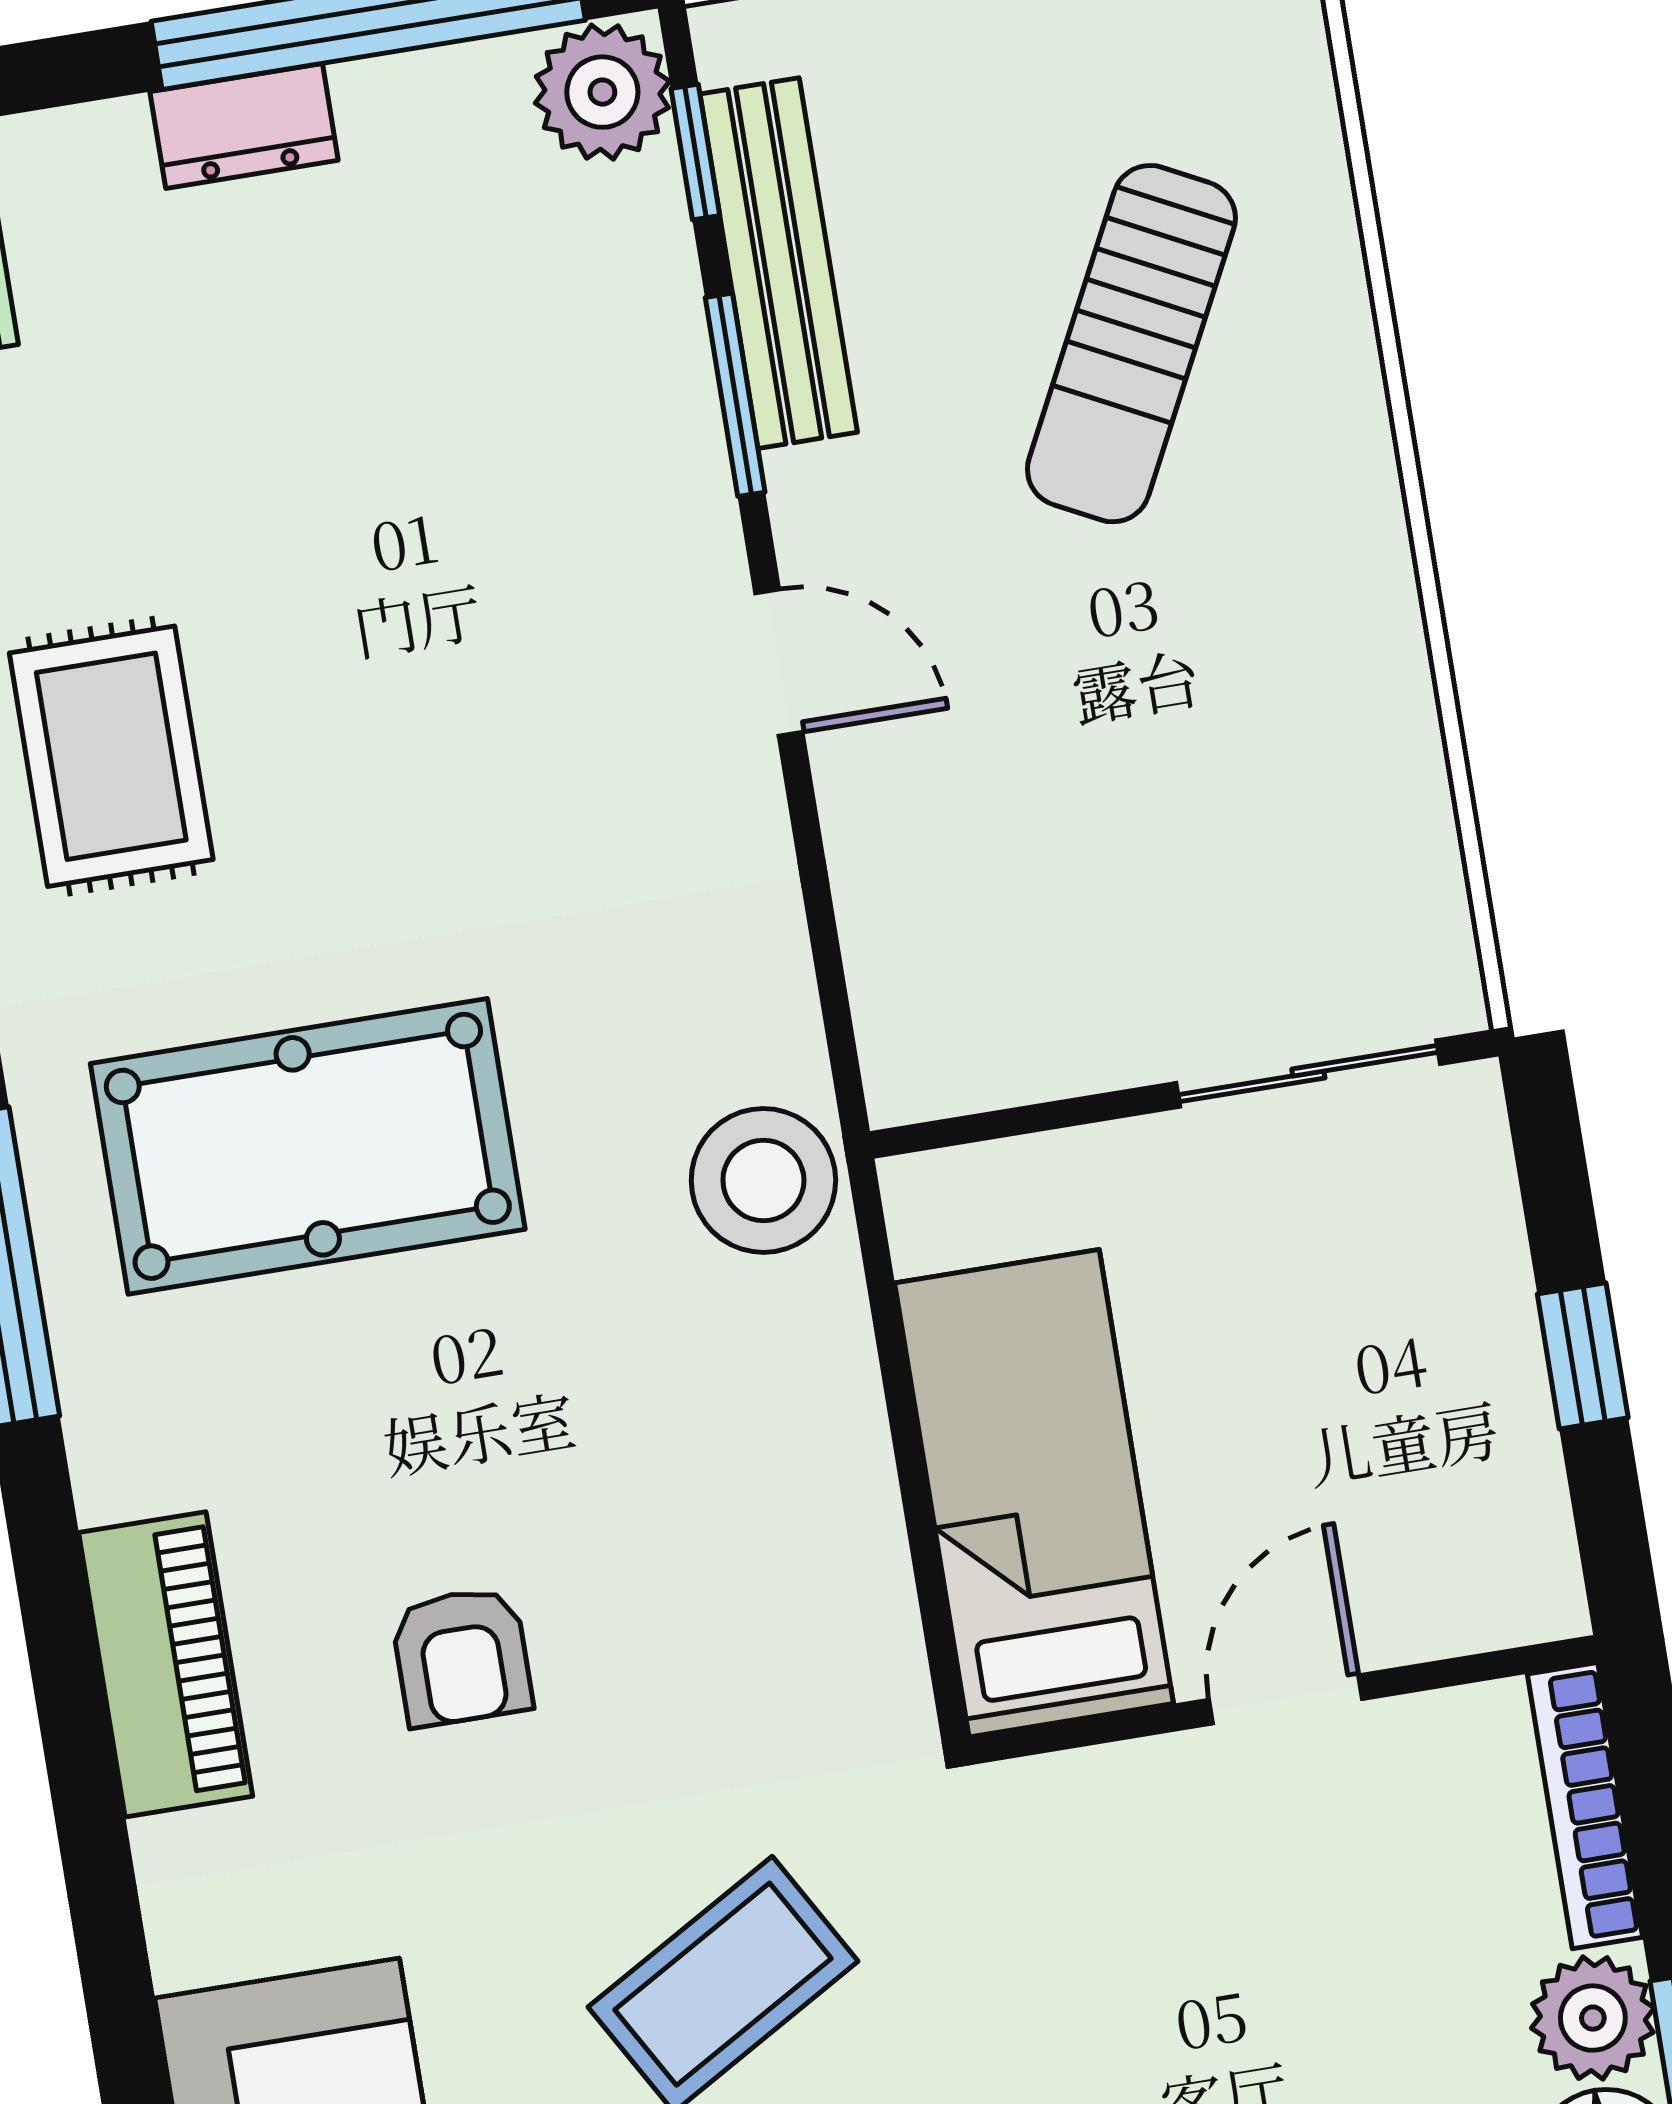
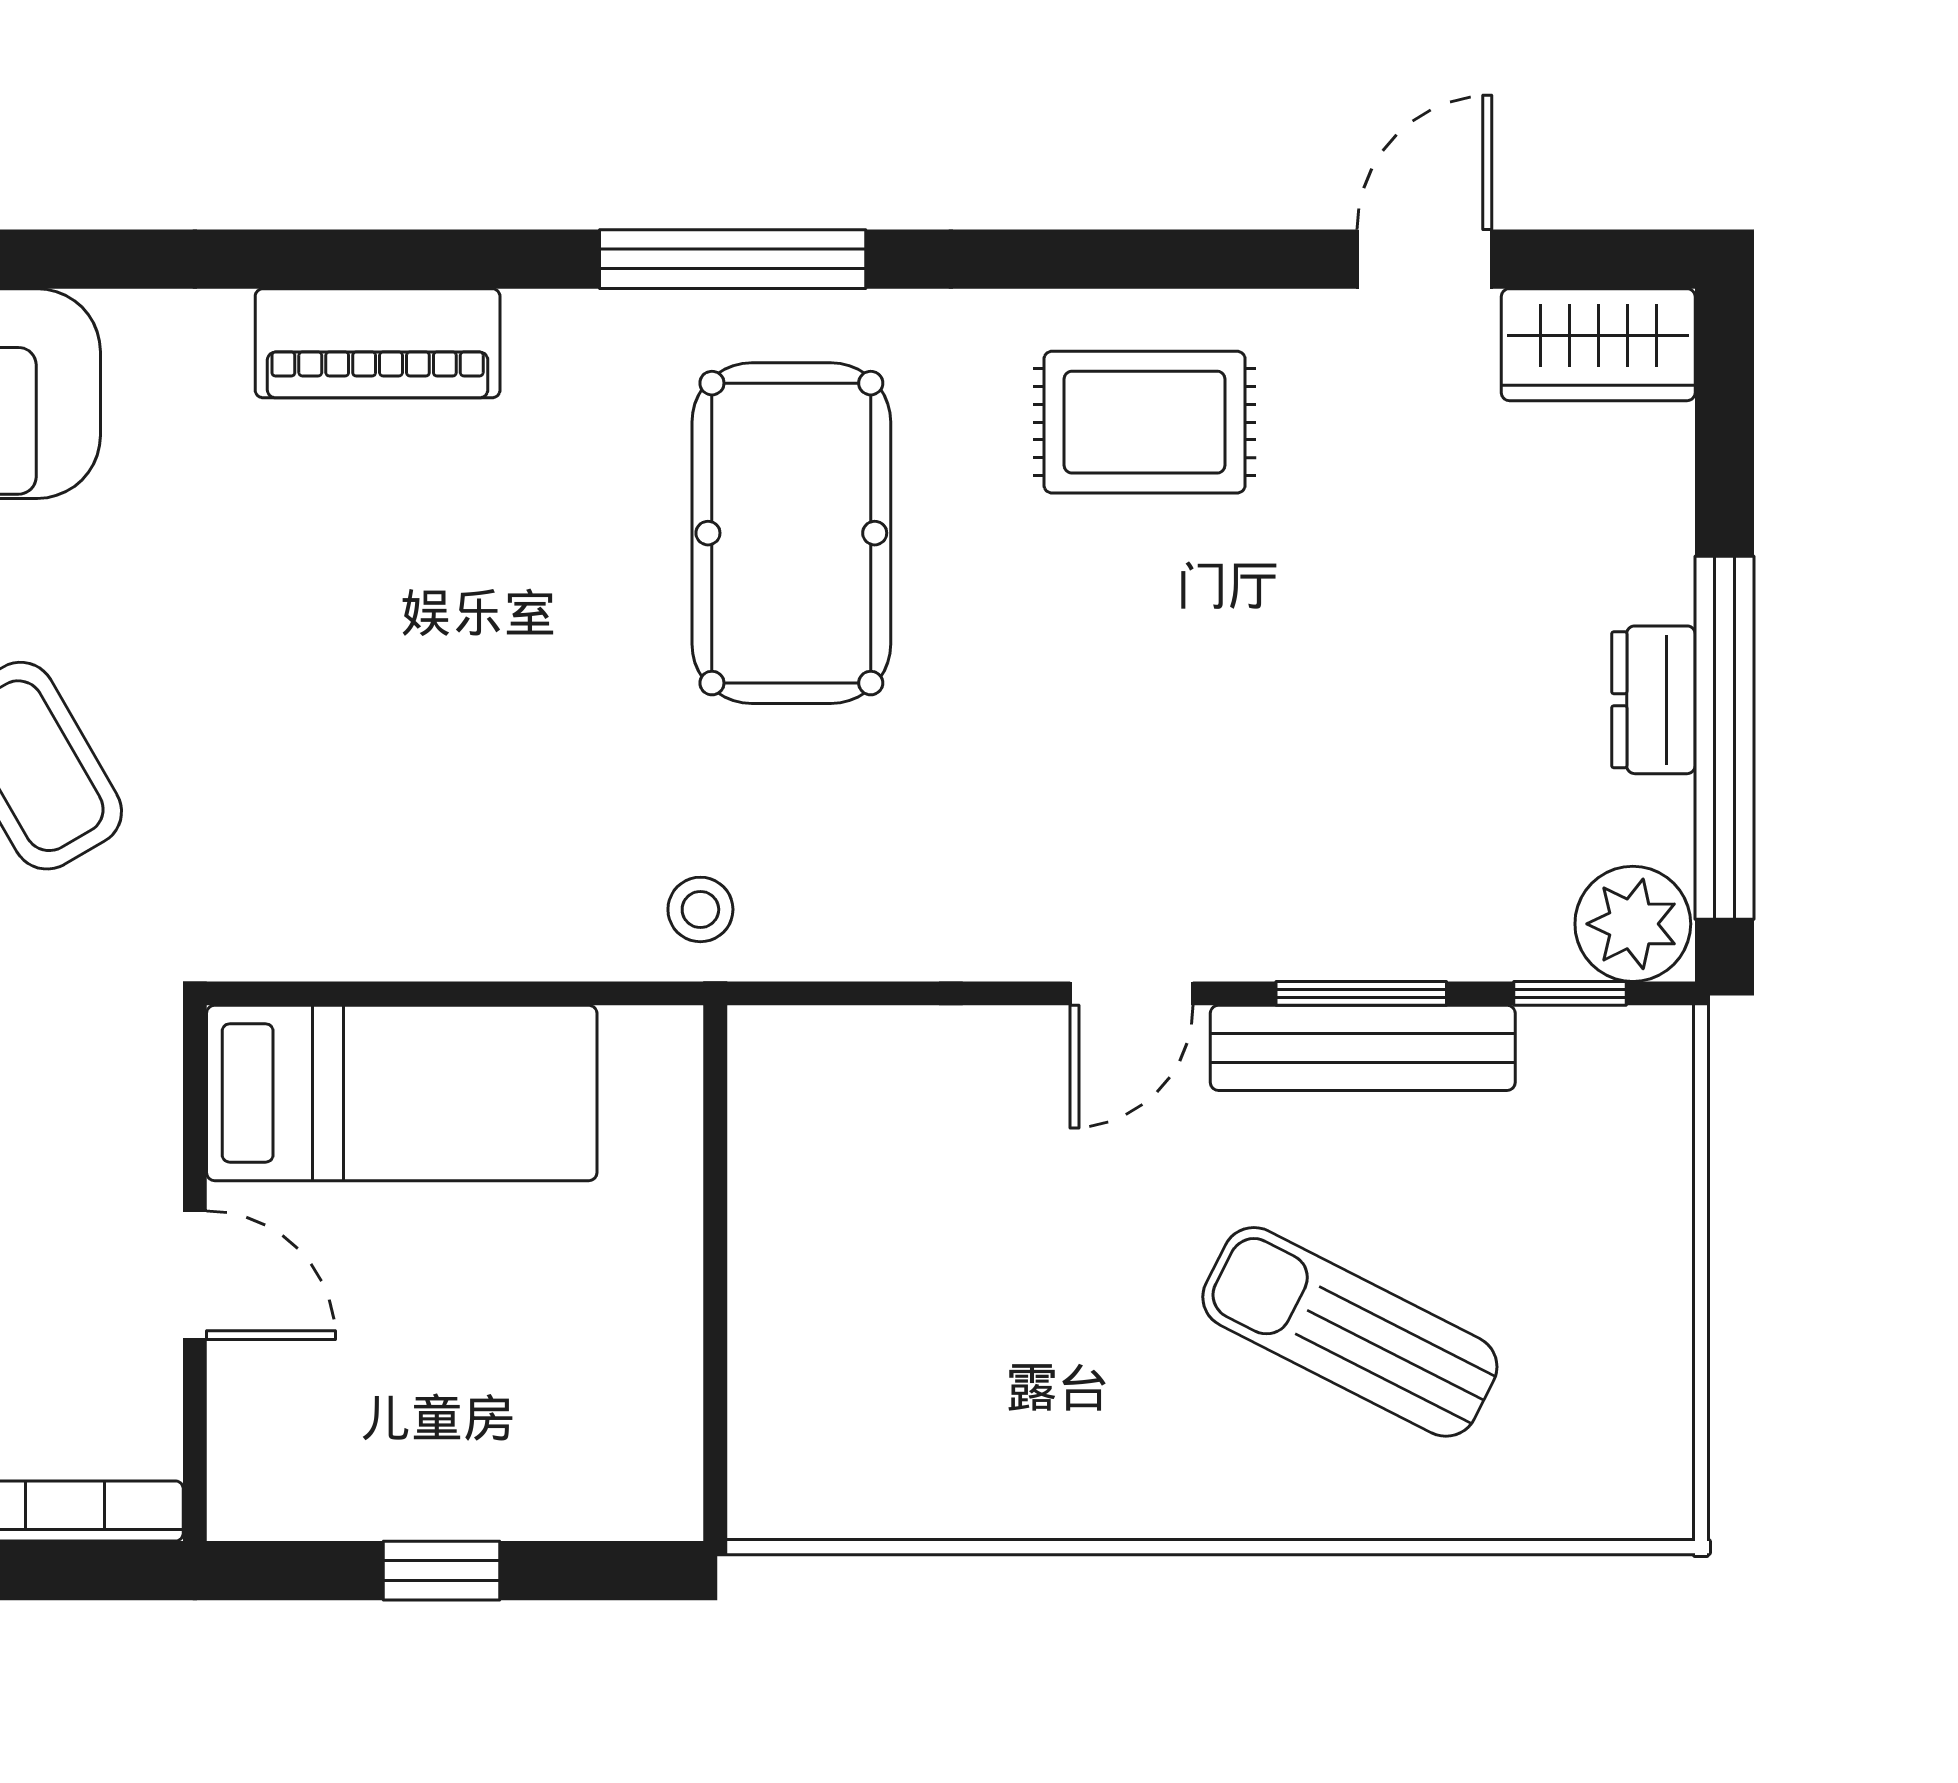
dresser: (244, 126) -> (1653, 700), moved
bench: (779, 263) -> (1363, 1048), moved
sliding door: (1308, 1074) -> (715, 1380), removed
stool: (763, 1180) -> (700, 909), width x0.53, depth x0.53
armchair: (462, 1657) -> (343, 592), removed

